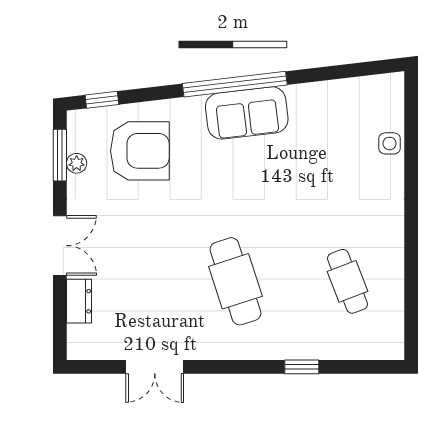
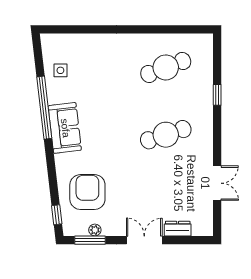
window: (235, 84) -> (44, 108), moved
side table: (390, 143) -> (60, 70), moved
cafe table: (347, 281) -> (166, 67), width x1.37, depth x1.35

